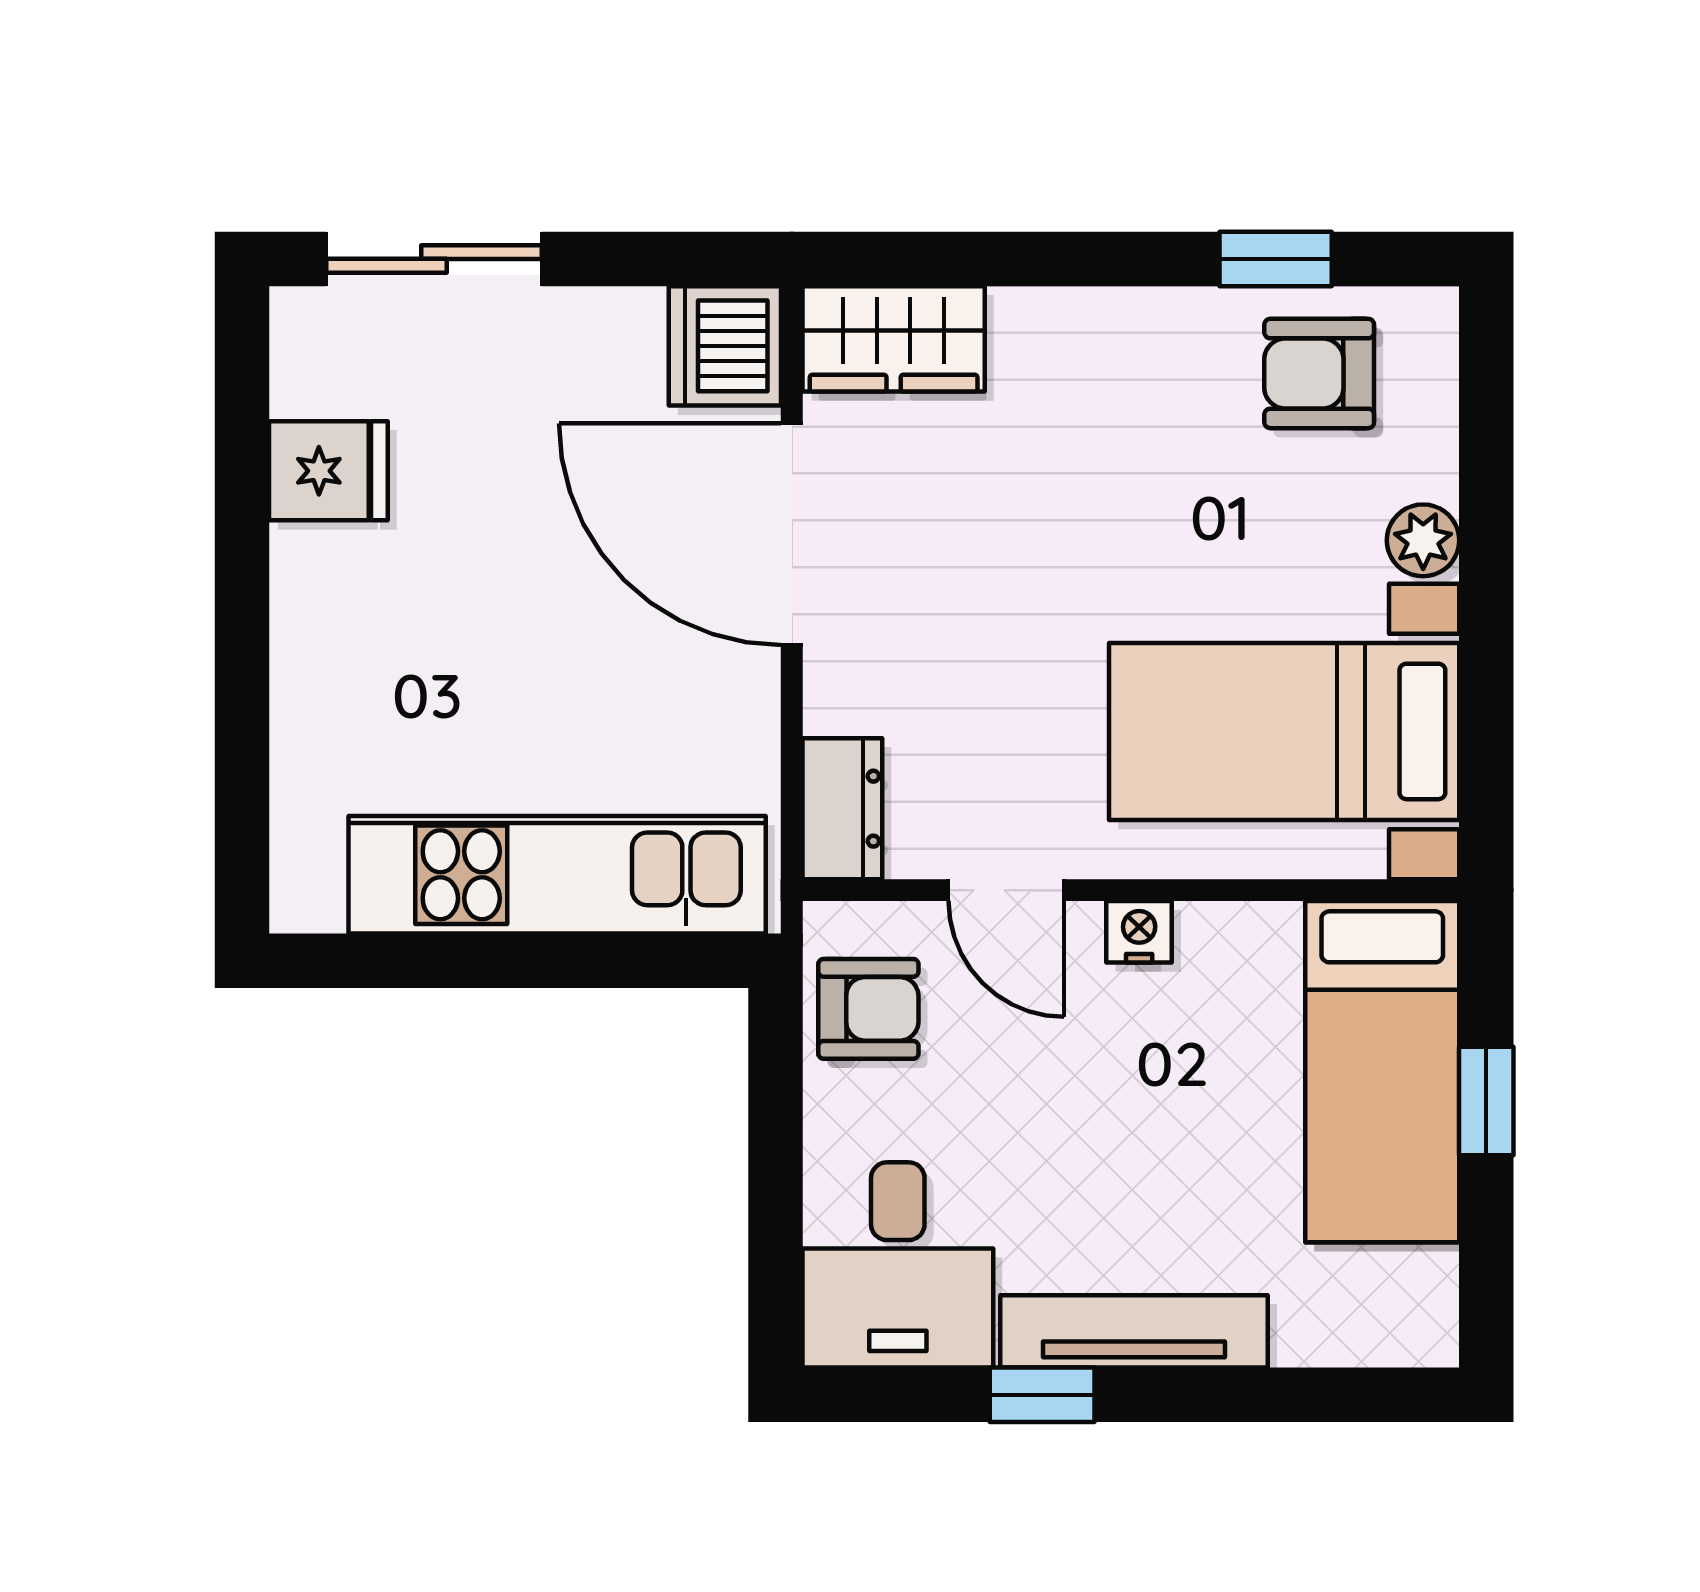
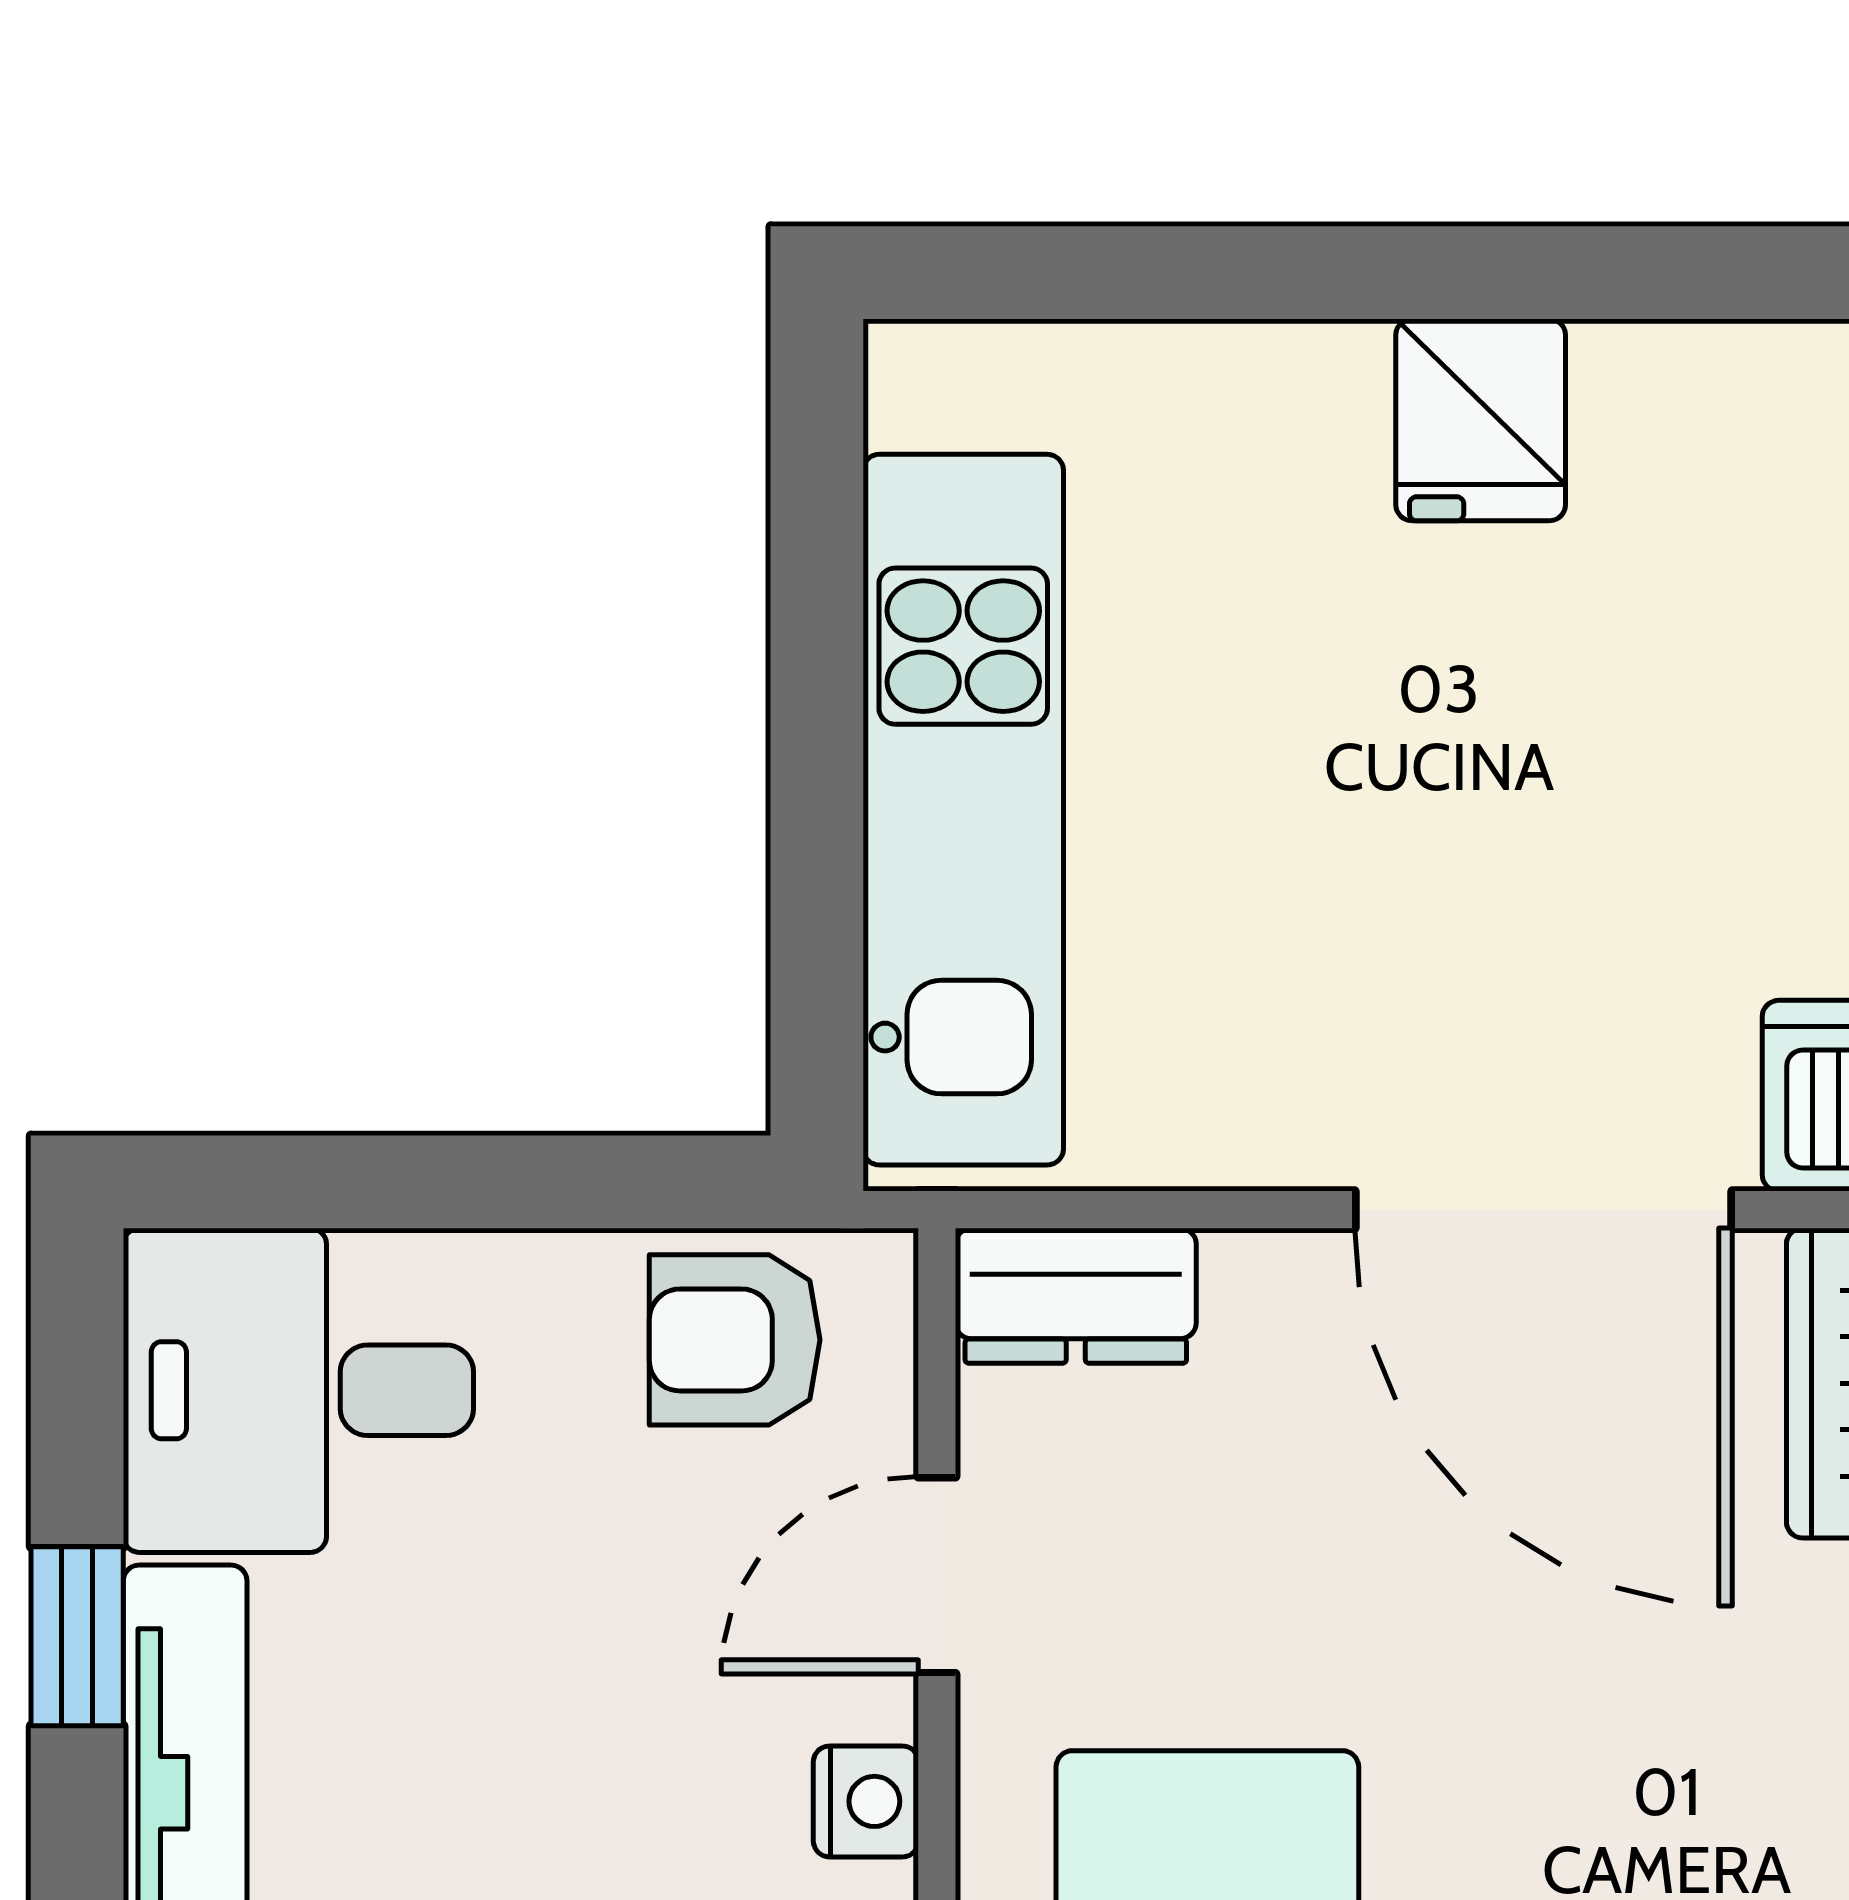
fridge: (328, 471) -> (1481, 420), moved
door: (792, 534) -> (1543, 1210), swing flipped
armchair: (868, 1009) -> (735, 1340), turned 90

